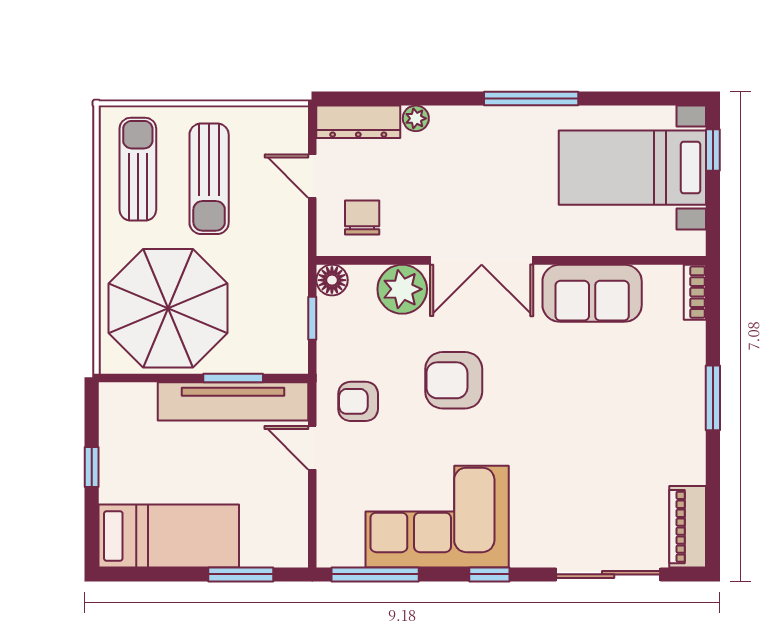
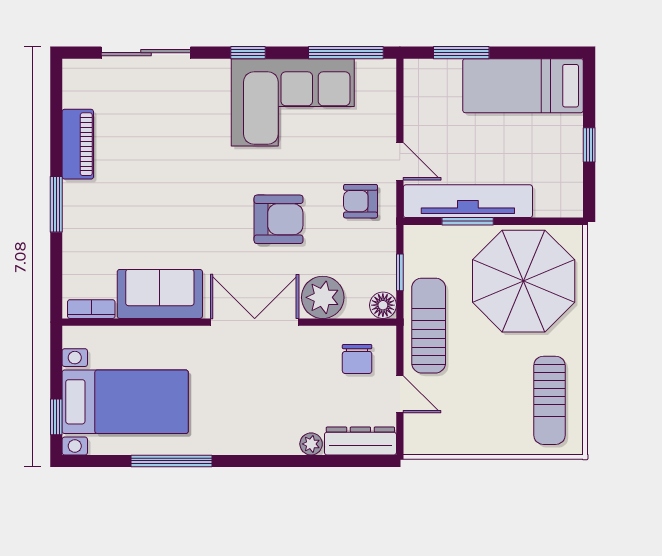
window: (531, 99) -> (172, 461), moved
sun lounger: (209, 179) -> (429, 326), moved
bookcase: (695, 292) -> (91, 309), moved, turned -90
armchair: (358, 401) -> (361, 201), turned 180
piano: (688, 527) -> (78, 144), moved

